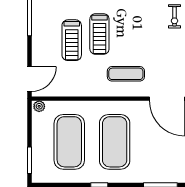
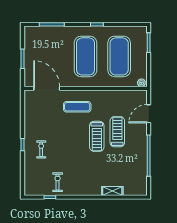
treadmill: (99, 34) -> (97, 136), turned 180
door: (30, 79) -> (149, 114), moved

